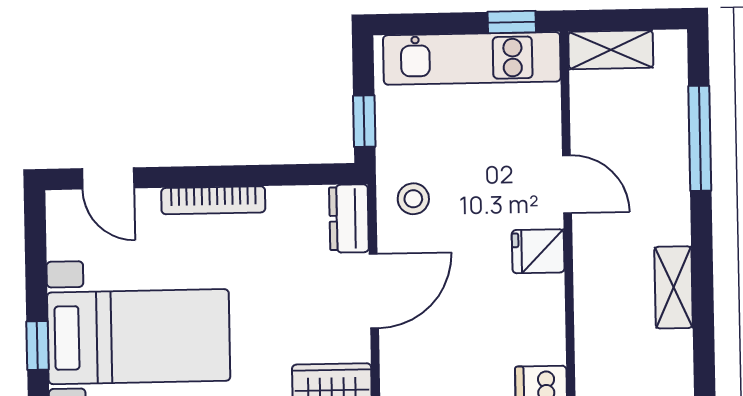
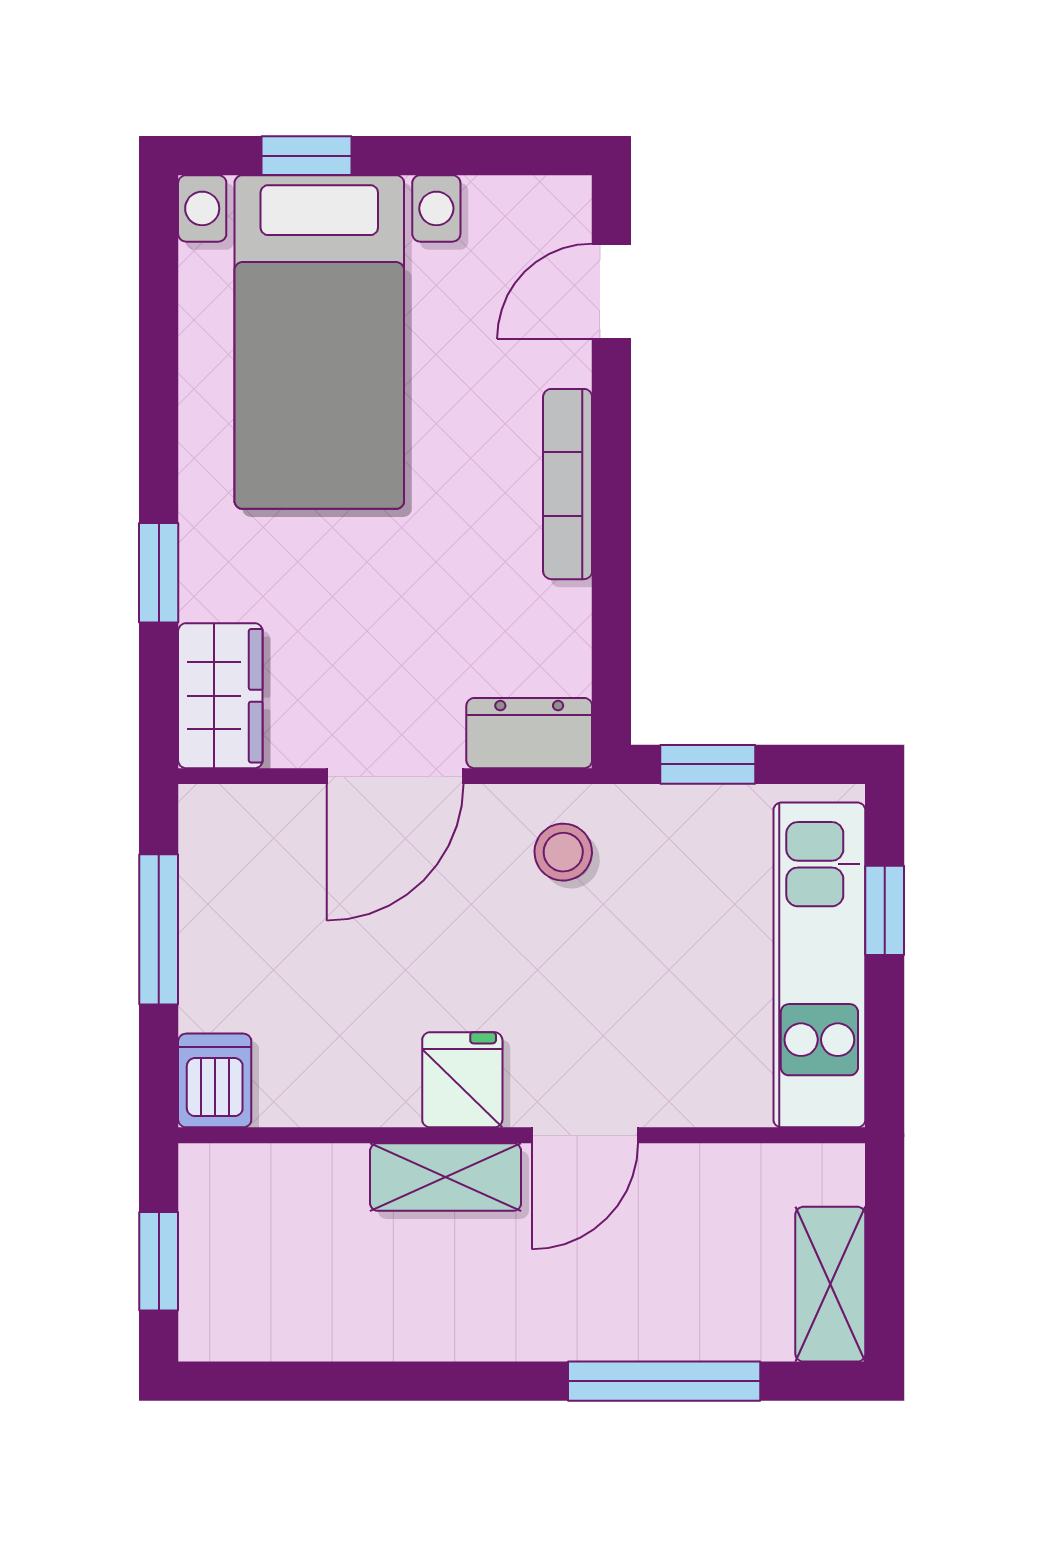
window: (512, 22) -> (885, 910), moved
shelving: (611, 50) -> (830, 1284), moved
shelving: (674, 287) -> (446, 1177), moved
door: (374, 291) -> (395, 776), hinge flipped

